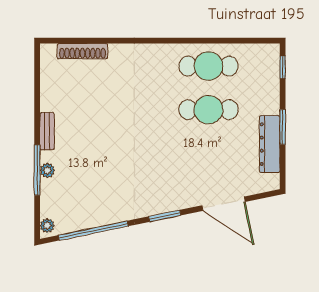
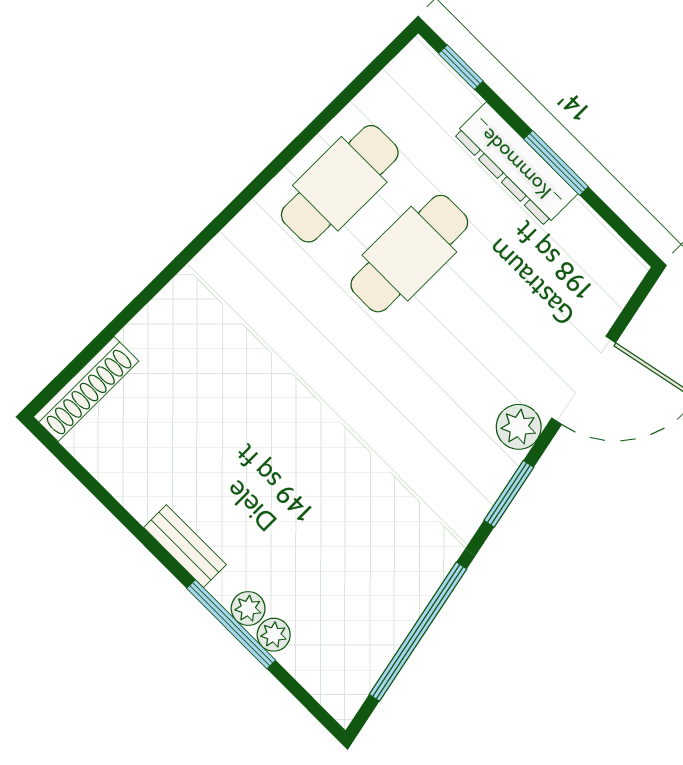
shoe rack: (82, 51) -> (86, 389), moved
dresser: (270, 144) -> (516, 164), moved
plant: (189, 198) -> (519, 427), added
plant: (47, 226) -> (274, 635), moved

